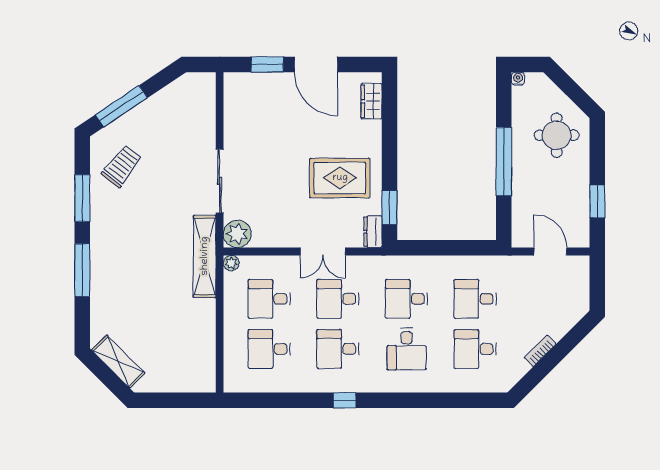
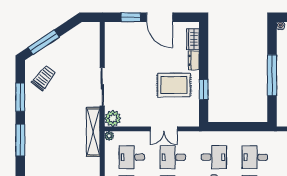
window: (389, 208) -> (204, 90), moved
dresser: (373, 232) -> (194, 60), moved
desk: (407, 299) -> (214, 157), turned 180

